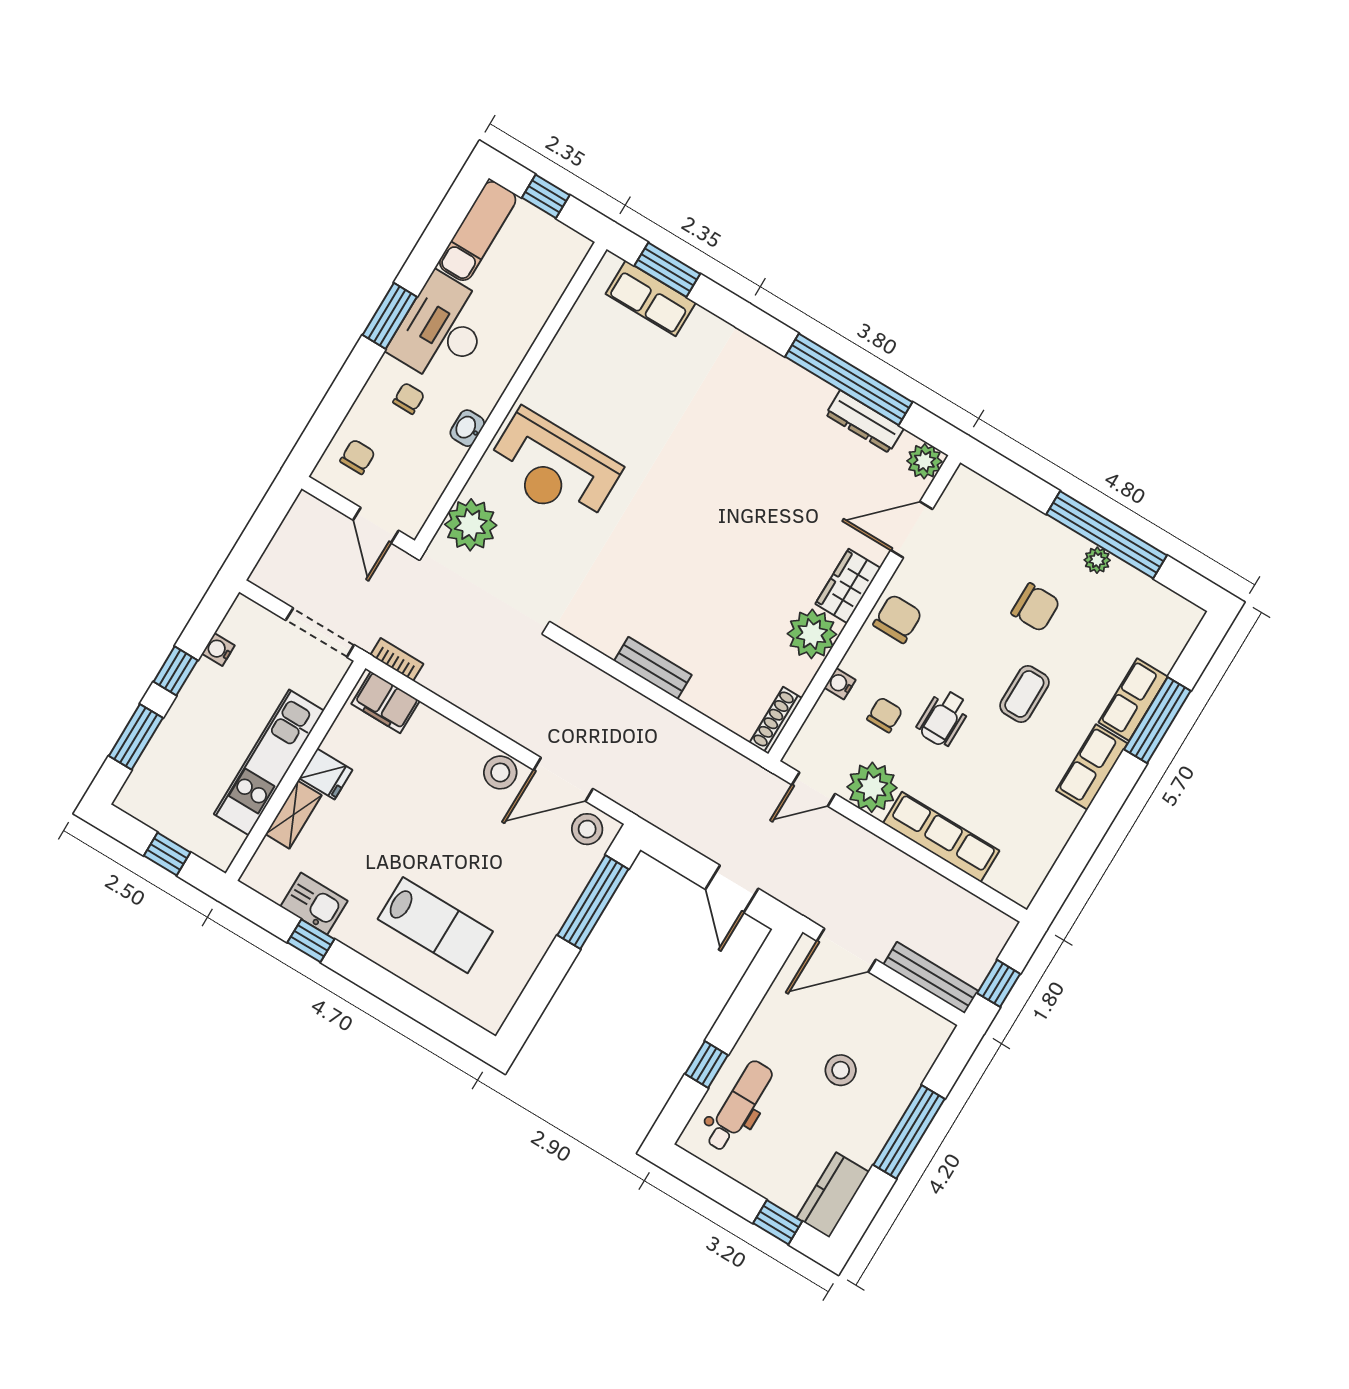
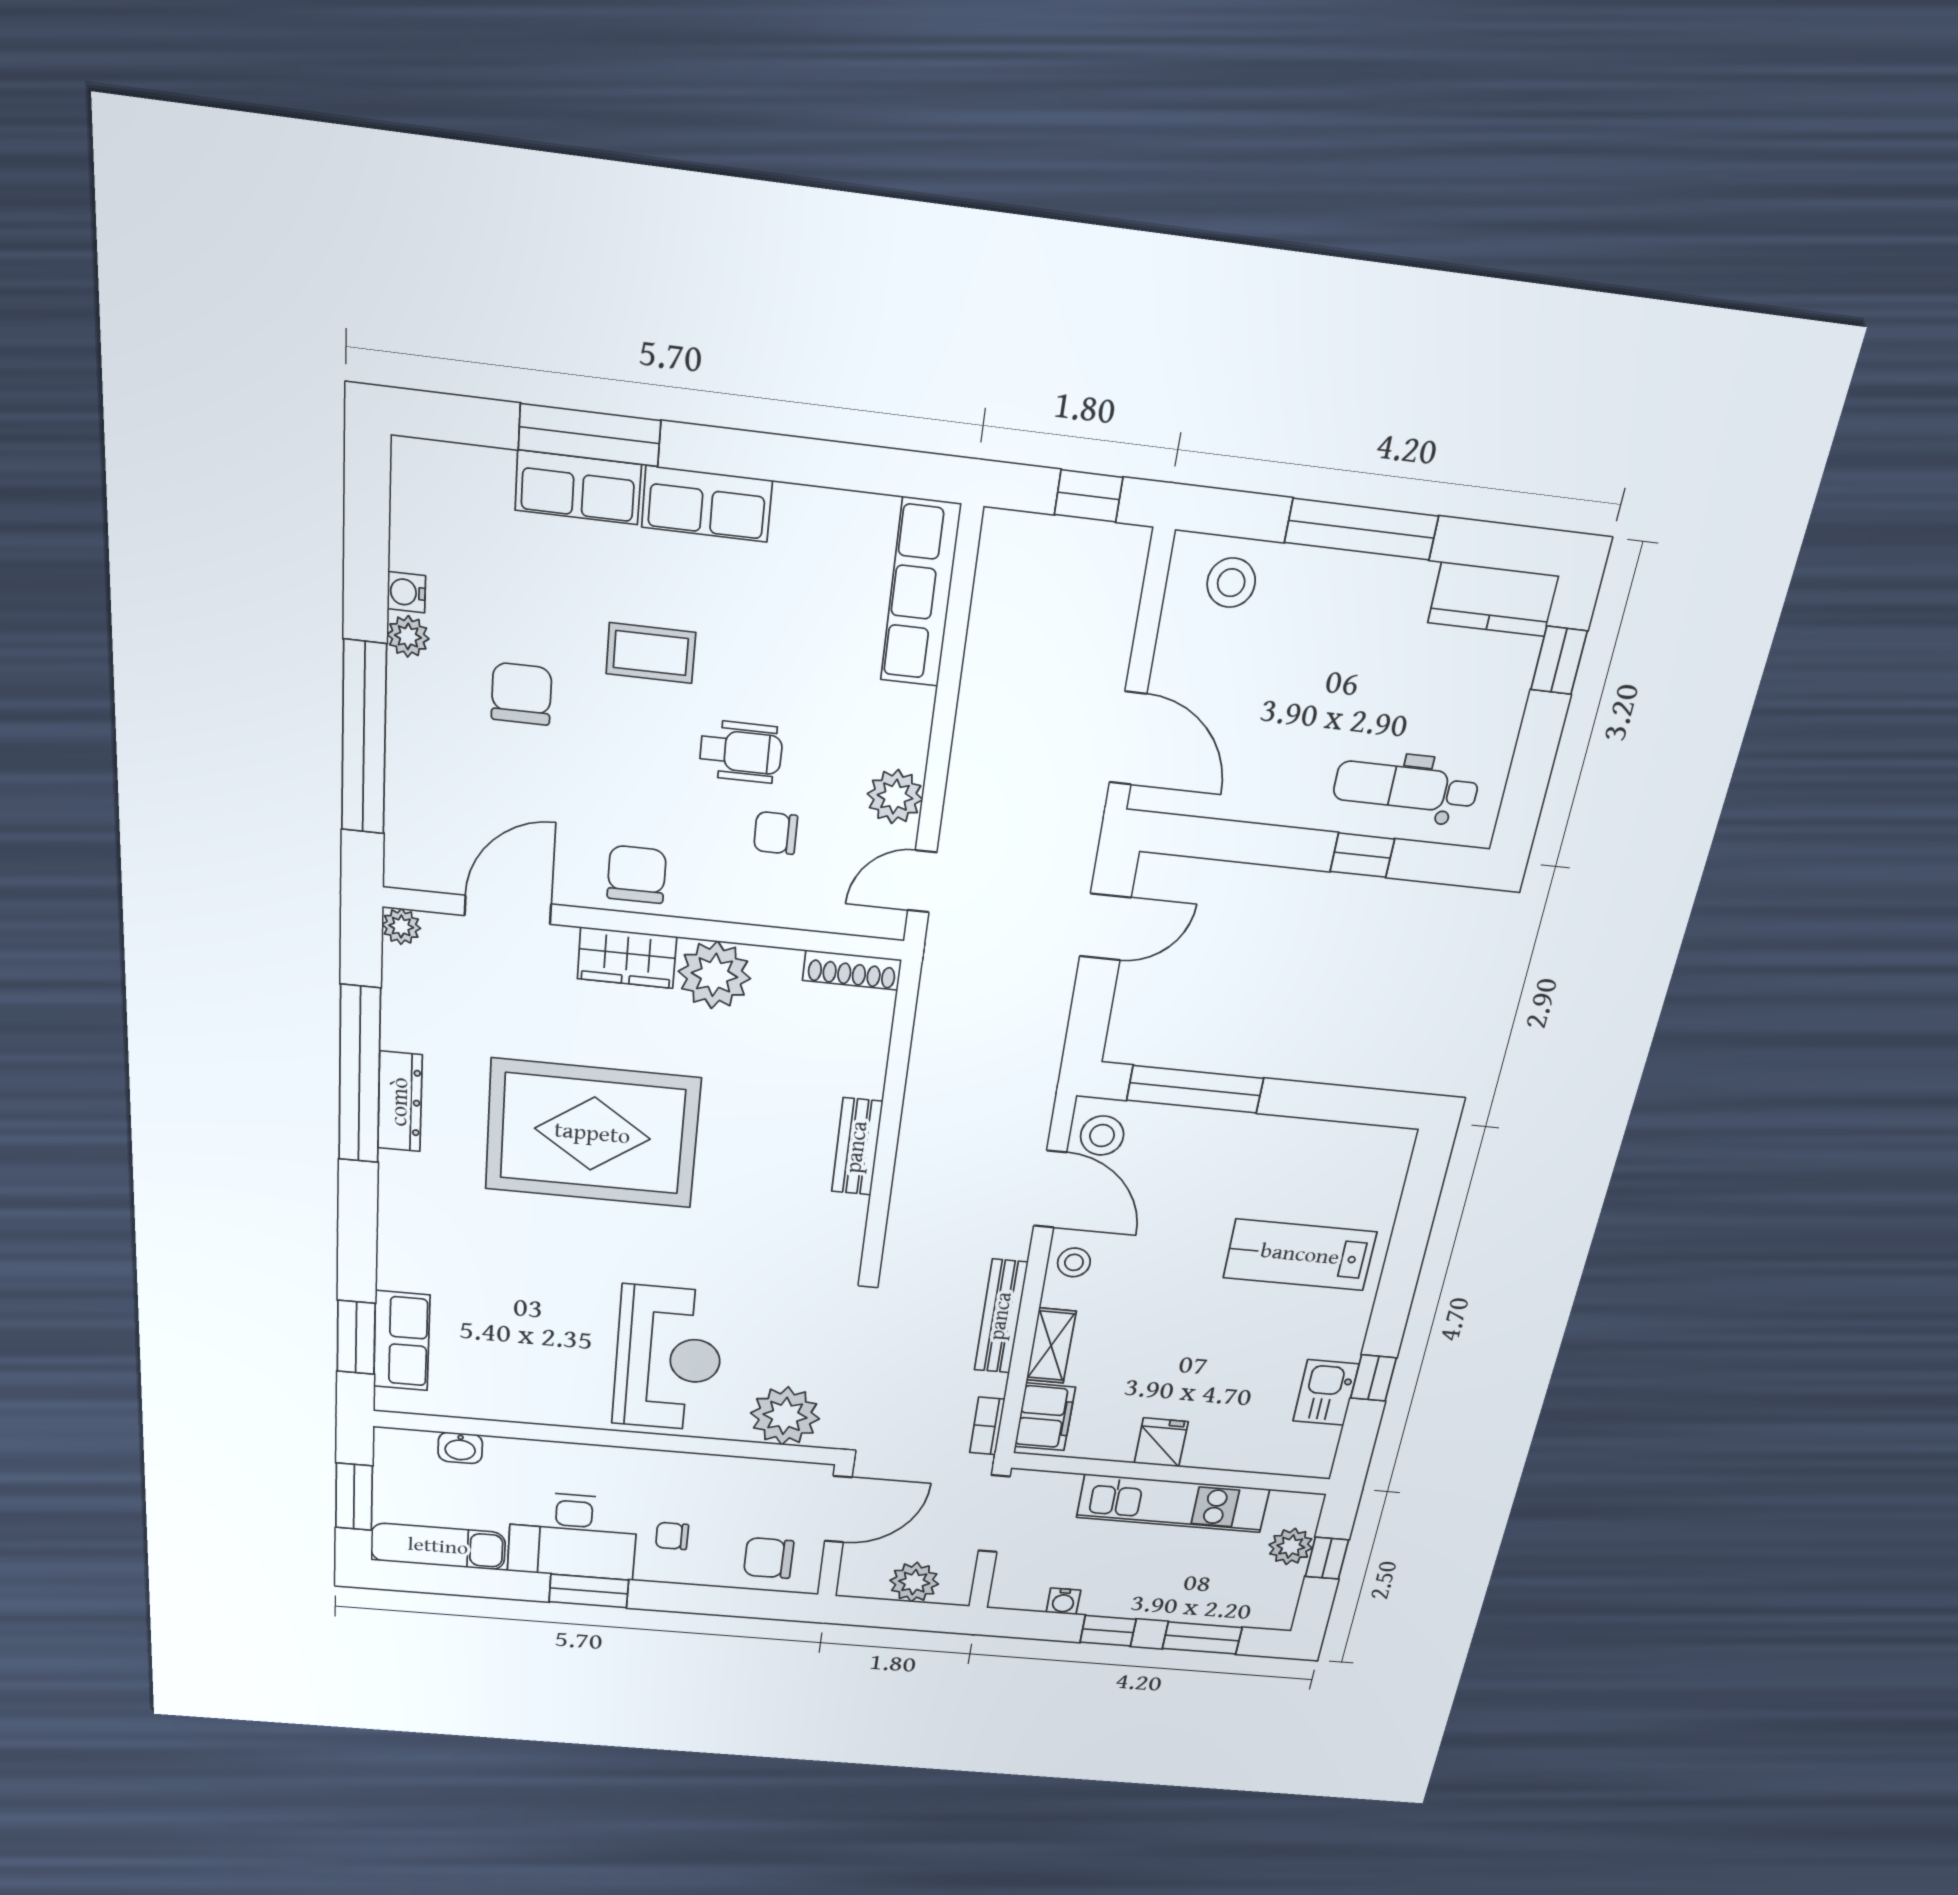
window: (546, 196) -> (354, 1497), width x1.50
dresser: (865, 422) -> (400, 1102), moved
washbasin: (467, 428) -> (460, 1448), moved
chair: (358, 457) -> (769, 1558), width x1.37, depth x1.37
plant: (924, 461) -> (401, 926), width x0.73, depth x0.73
rug: (741, 504) -> (592, 1134), added
door: (376, 525) -> (838, 1509), width x1.38
door: (912, 530) -> (508, 910), swing flipped
window: (1107, 535) -> (364, 738), moved
plant: (287, 550) -> (914, 1582), added
chair: (898, 619) -> (637, 874), turned 90
water cooler: (840, 684) -> (406, 592), moved, turned 90
stool: (500, 772) -> (1074, 1262), width x0.73, depth x0.73
plant: (872, 787) -> (895, 797), width x0.73, depth x0.73
door: (814, 789) -> (922, 881), swing flipped
shelving: (294, 815) -> (1051, 1346), moved, turned 90
plant: (190, 832) -> (1291, 1546), added
row of seats: (941, 837) -> (920, 593), moved
lab bench: (435, 925) -> (1300, 1255), turned -90
bench: (931, 978) -> (1001, 1316), moved
stool: (841, 1070) -> (1231, 583), moved

